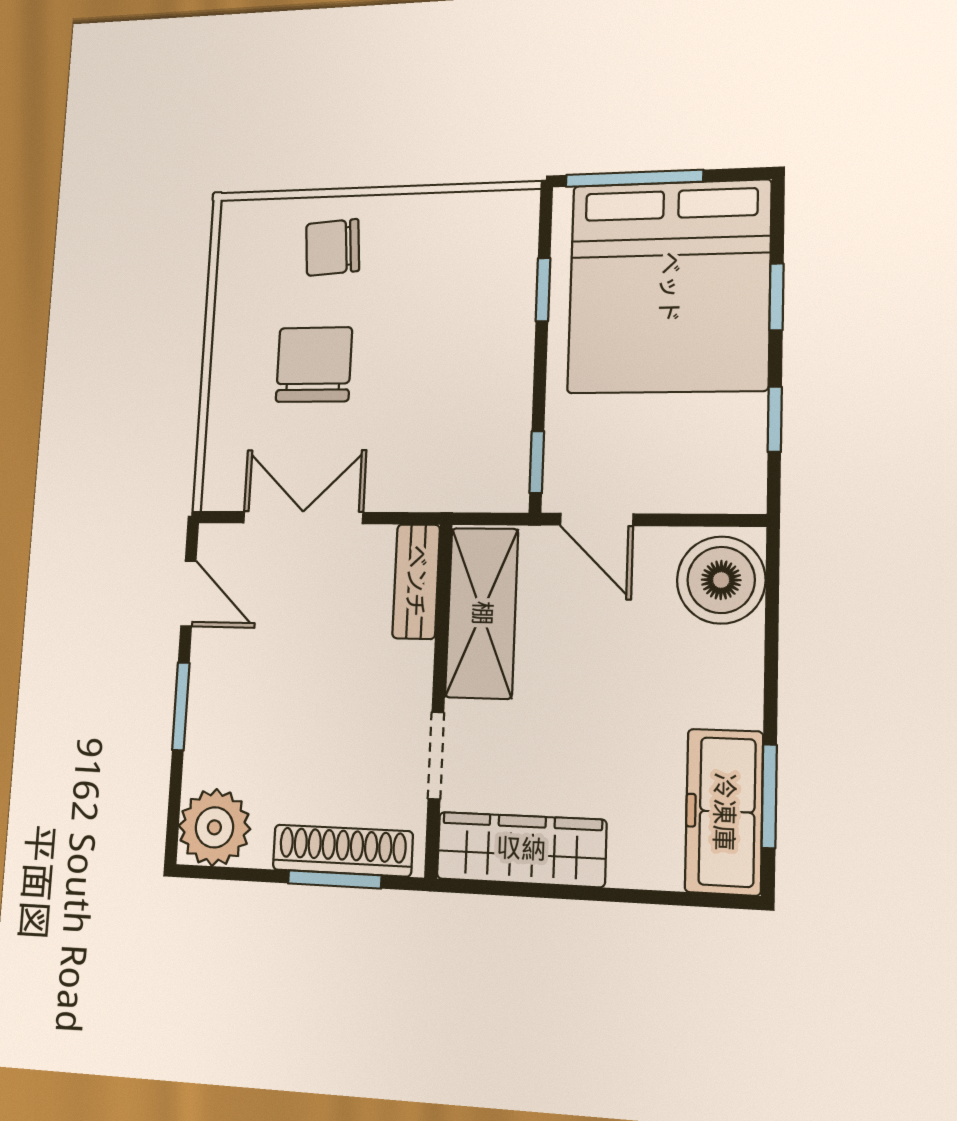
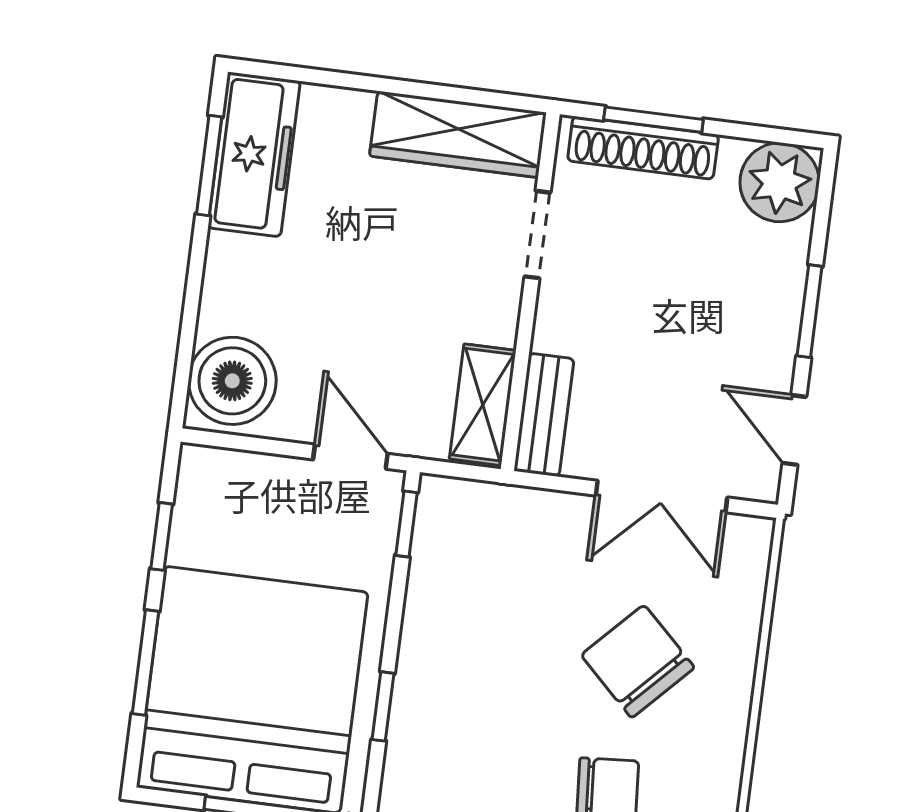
window: (777, 297) -> (145, 662), width x1.50
chair: (314, 365) -> (638, 661), turned 134
shelving: (482, 613) -> (483, 405), width x0.67, depth x0.75

